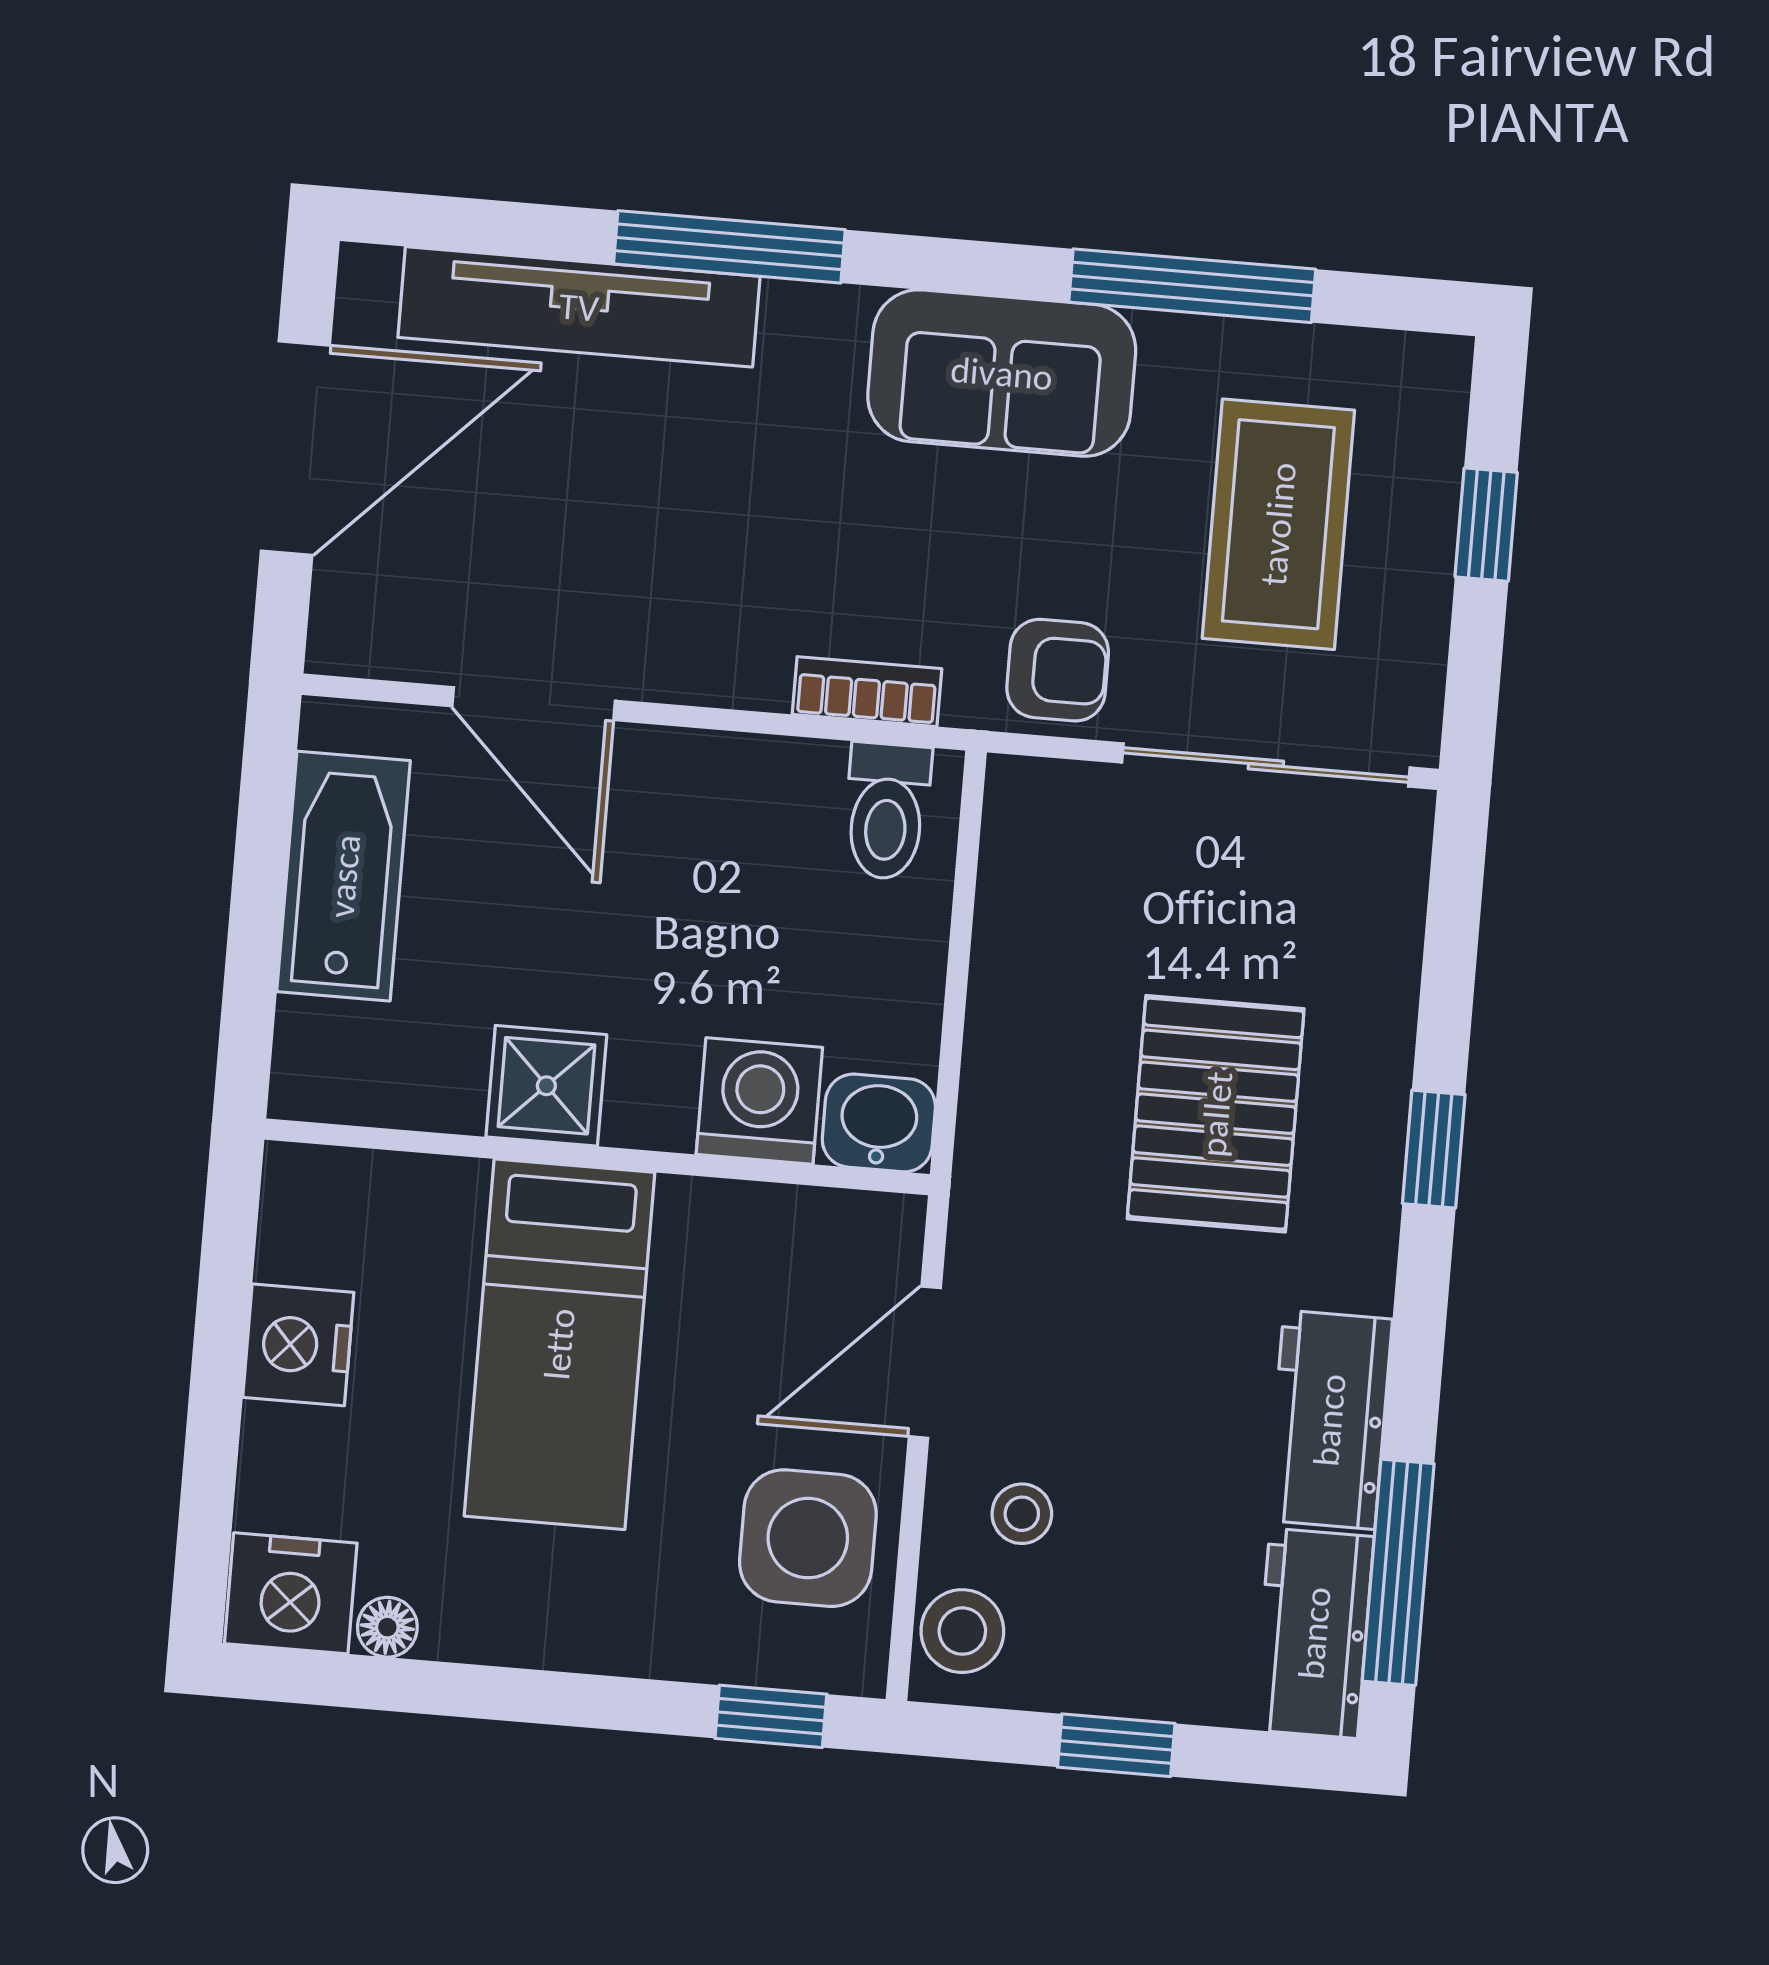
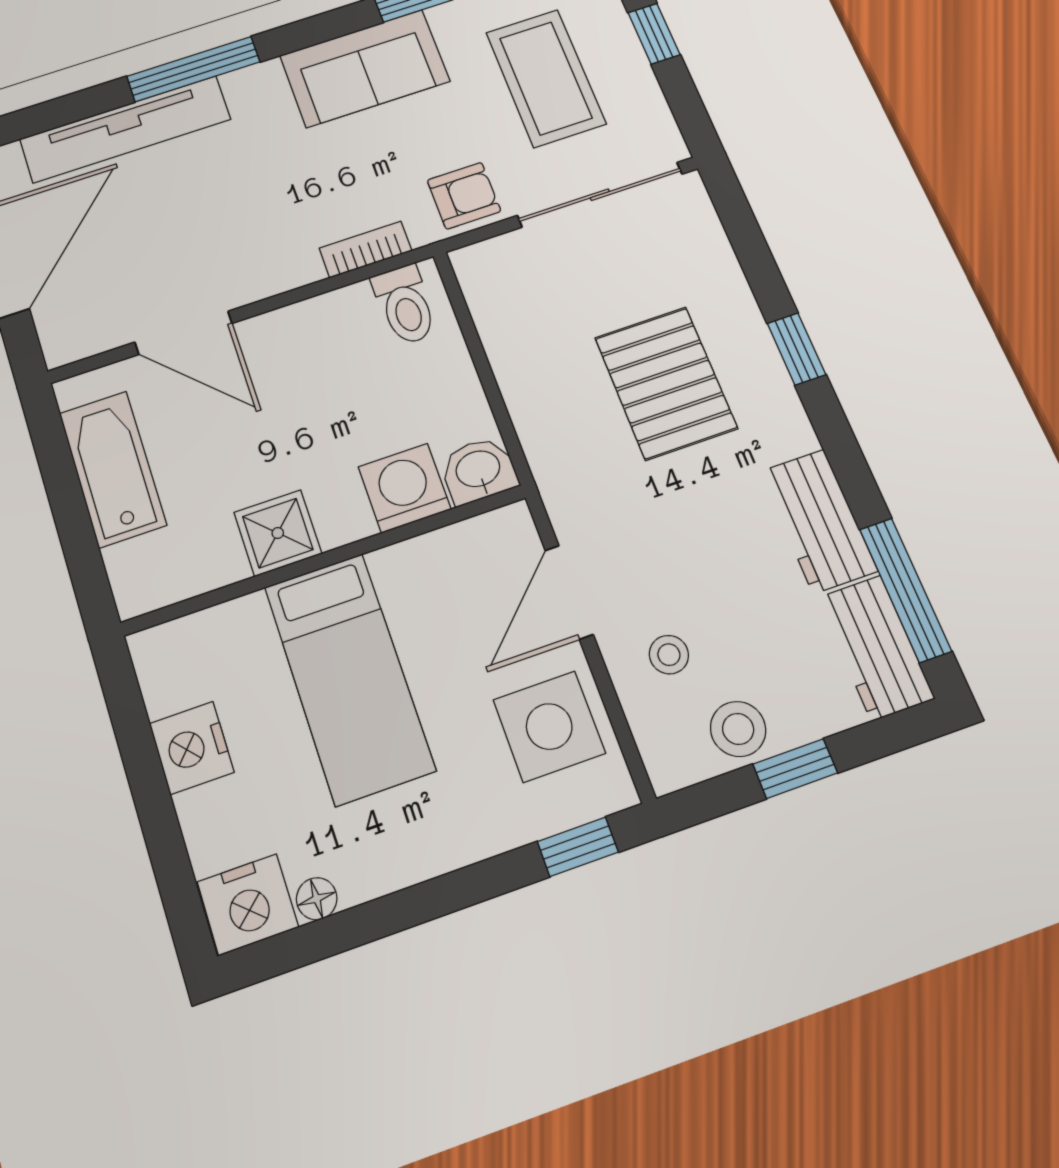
stool: (962, 1631) -> (738, 729), moved

